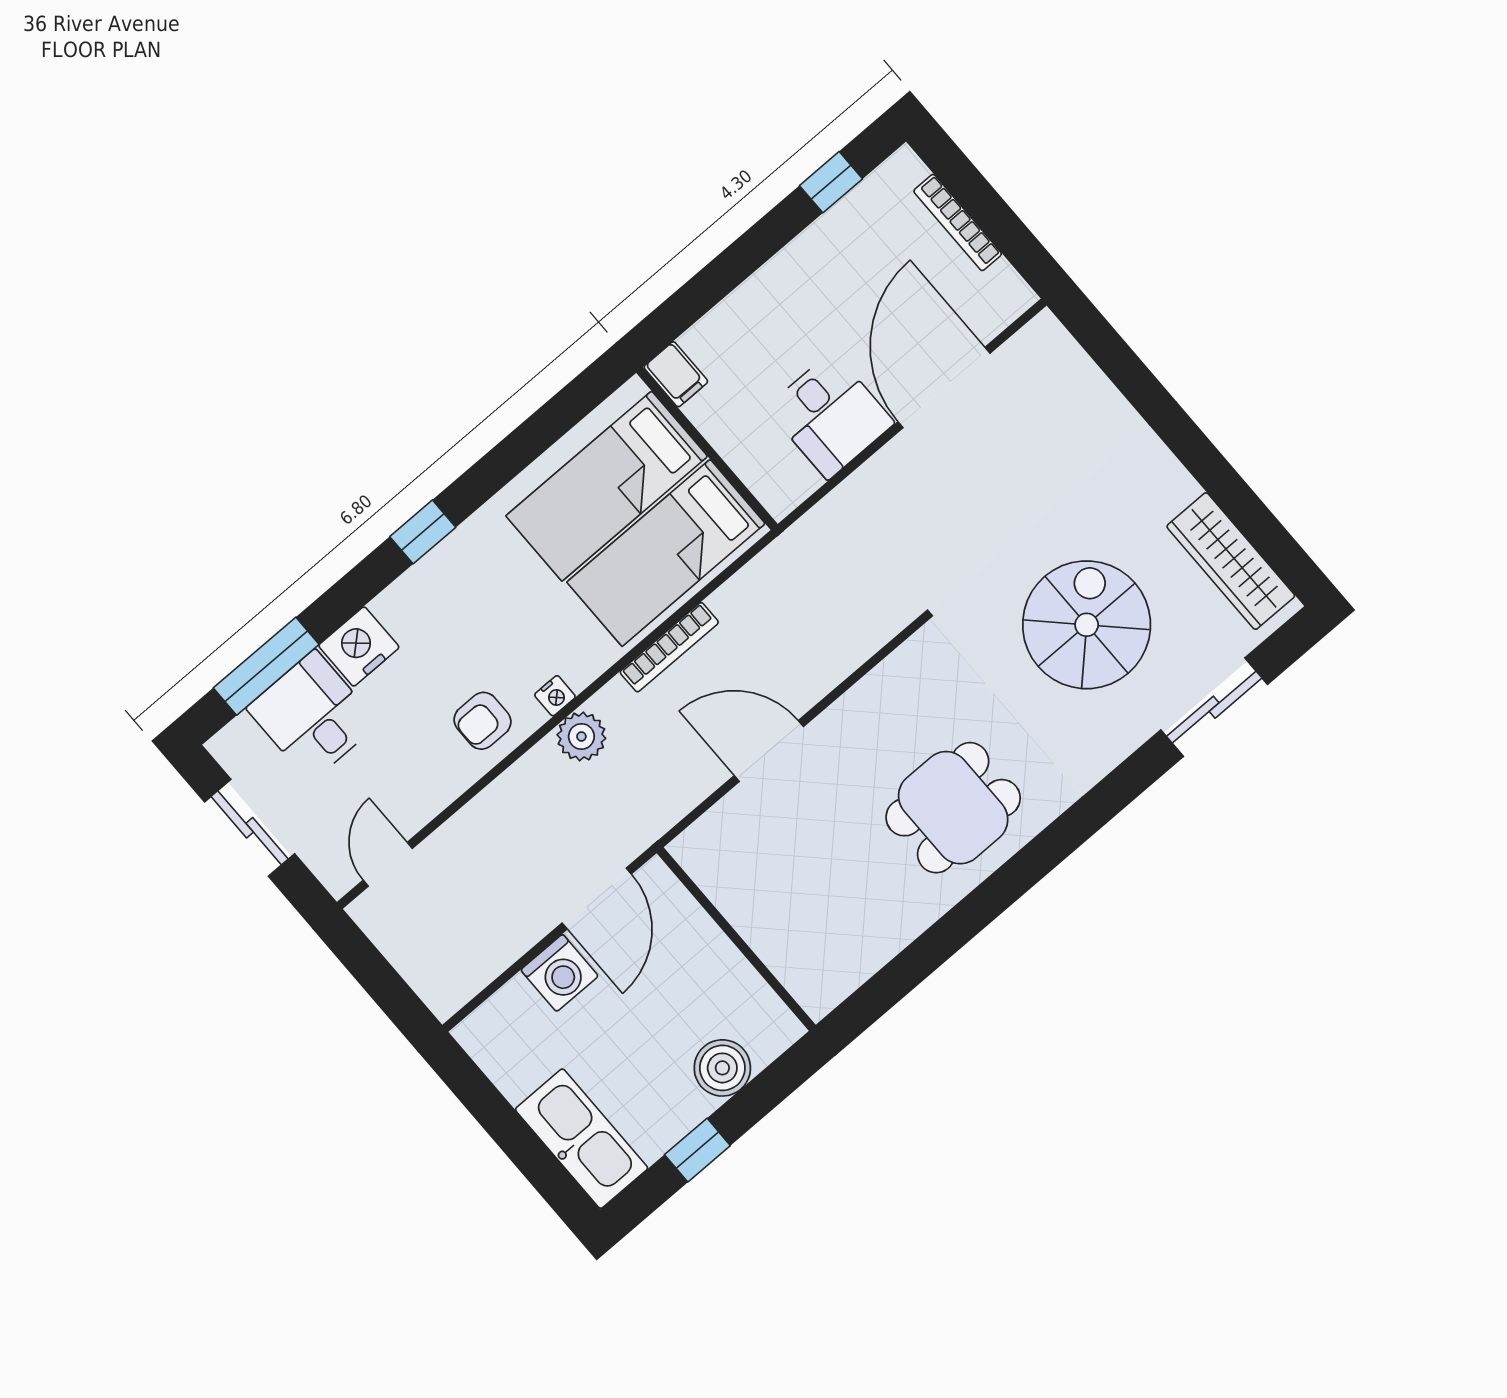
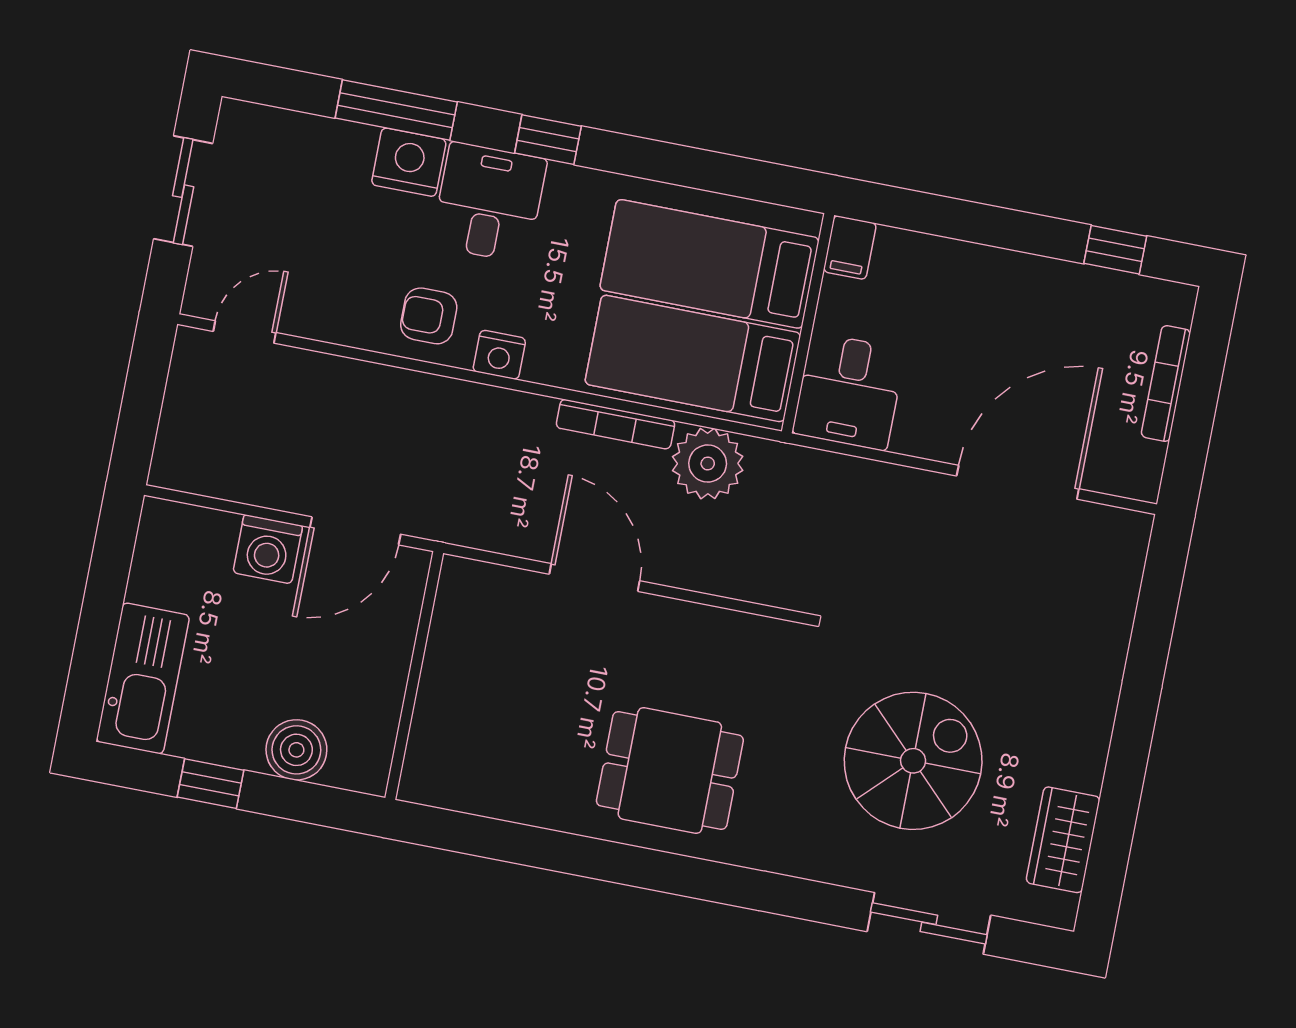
desk: (830, 415) -> (849, 391), moved
wardrobe: (1231, 561) -> (1063, 840), width x0.67
window: (266, 666) -> (396, 110), moved
nightstand: (555, 696) -> (499, 355), width x1.39, depth x1.35
desk: (313, 716) -> (489, 202), moved
plant: (581, 736) -> (708, 463), moved, width x1.36, depth x1.36

